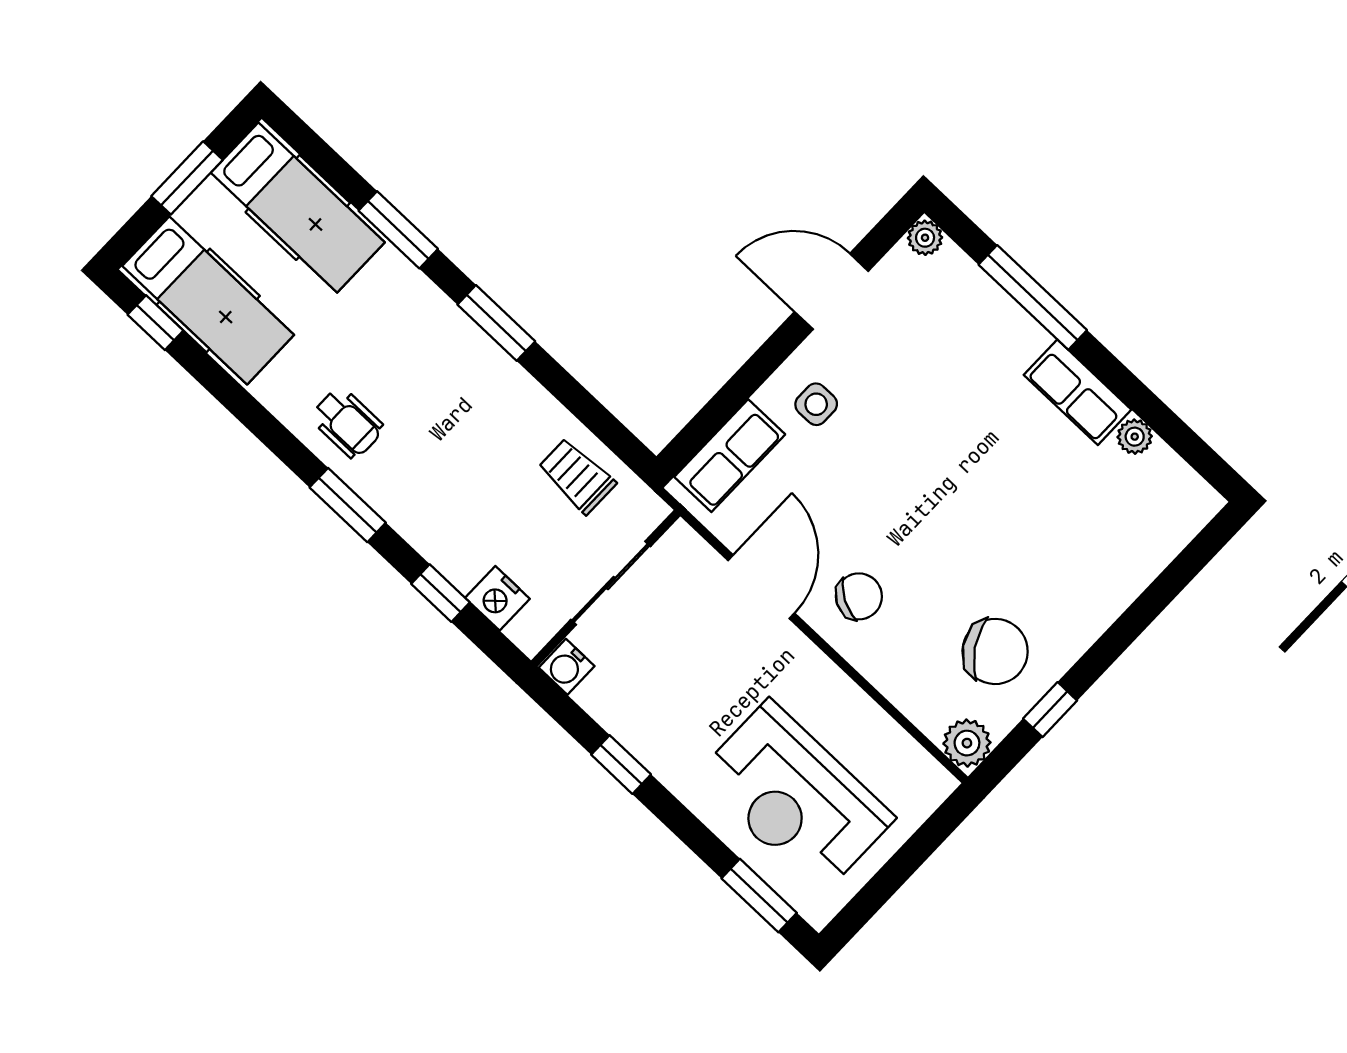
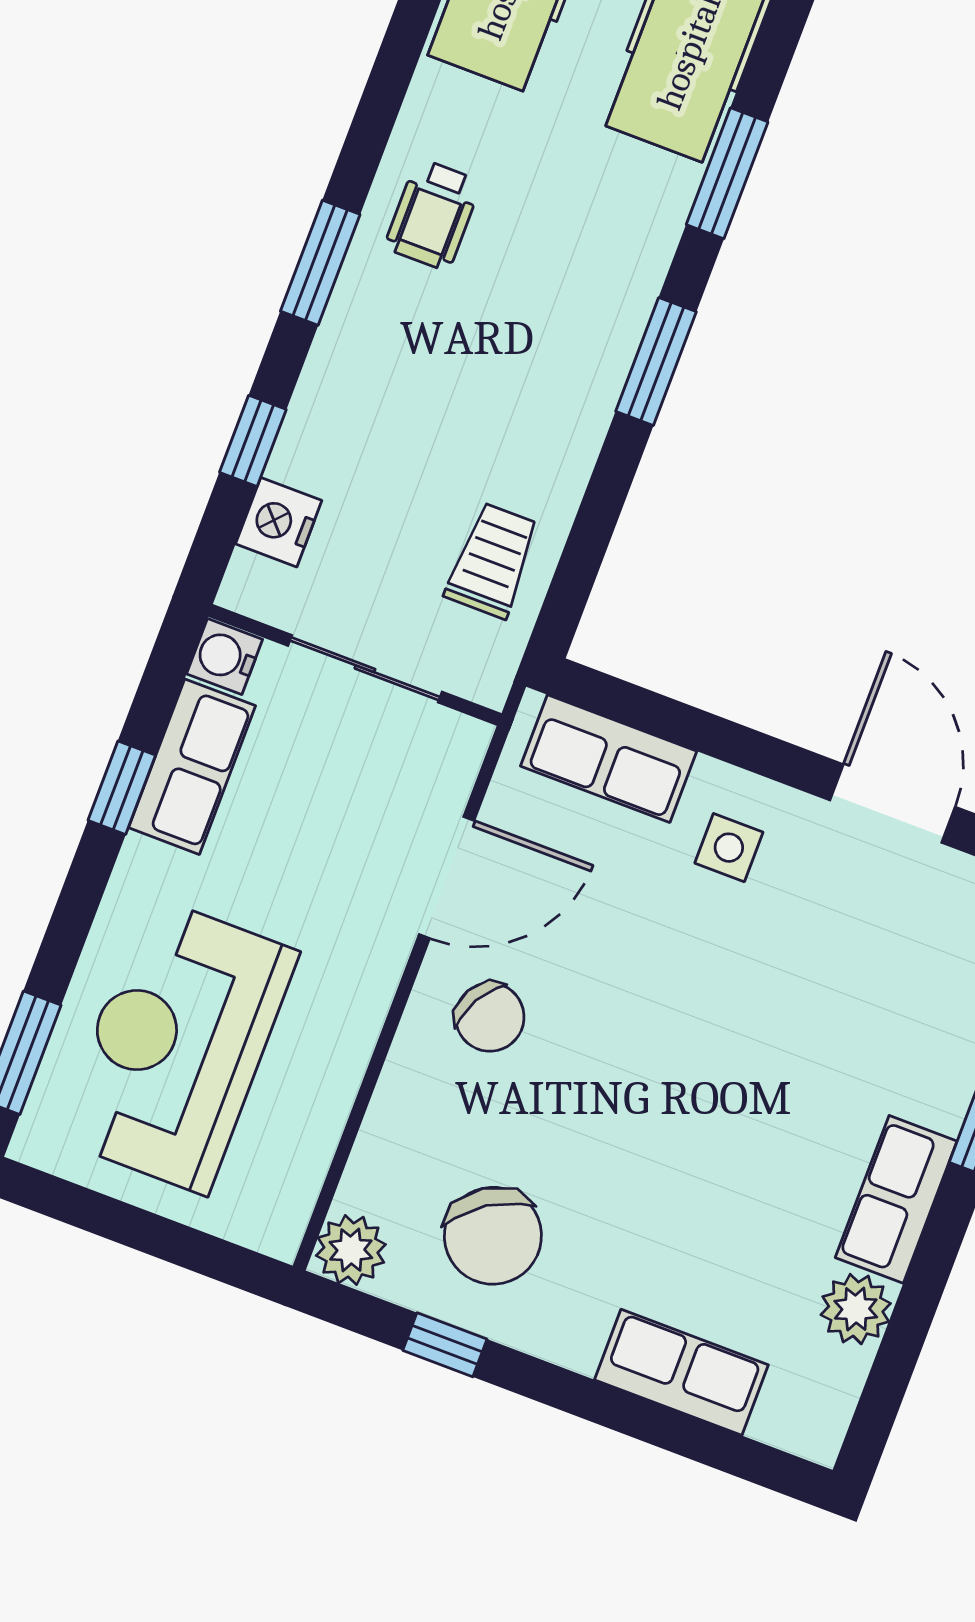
plant: (1135, 437) -> (856, 1309), width x1.38, depth x1.38
row of seats: (1129, 570) -> (681, 1372), added
row of seats: (626, 716) -> (192, 767), added

